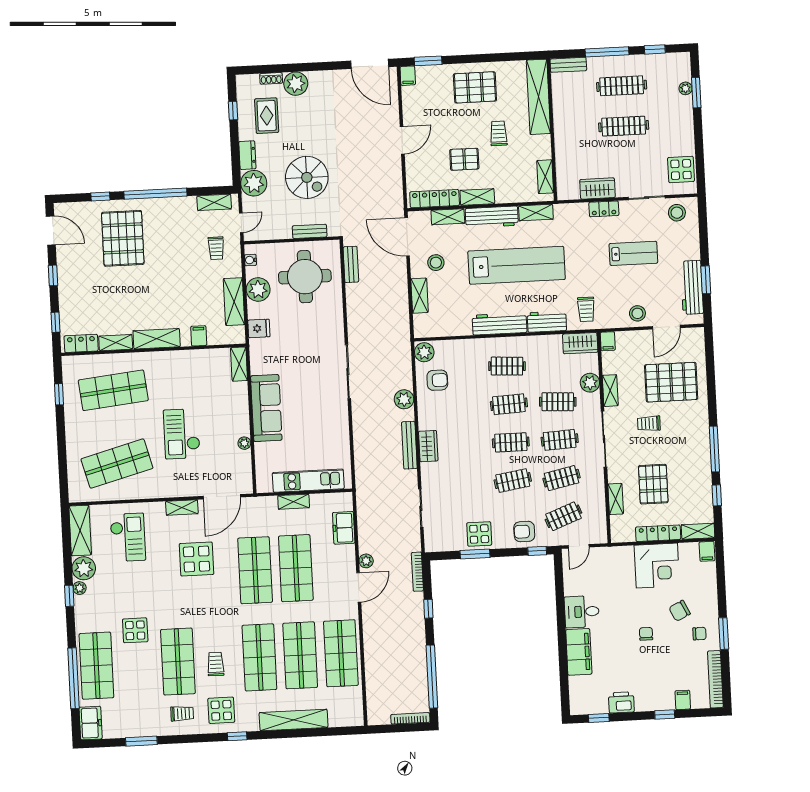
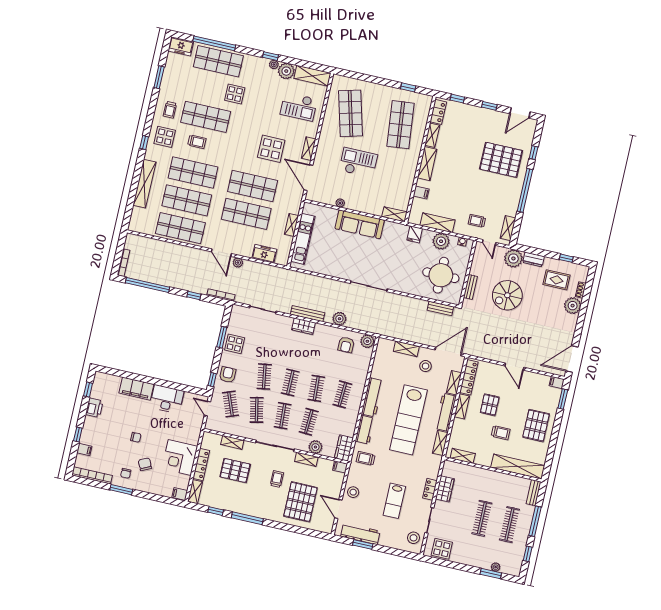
desk: (582, 612) -> (167, 399), width x1.37

